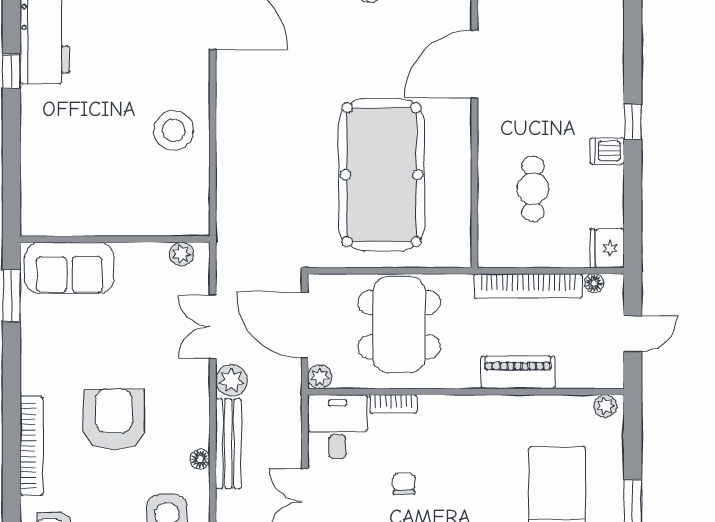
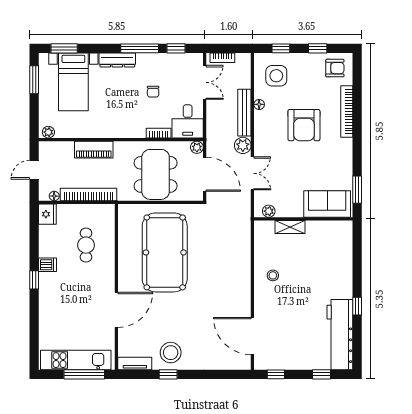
stool: (174, 130) -> (273, 275), width x0.53, depth x0.53
shelving: (141, 224) -> (290, 227), added

